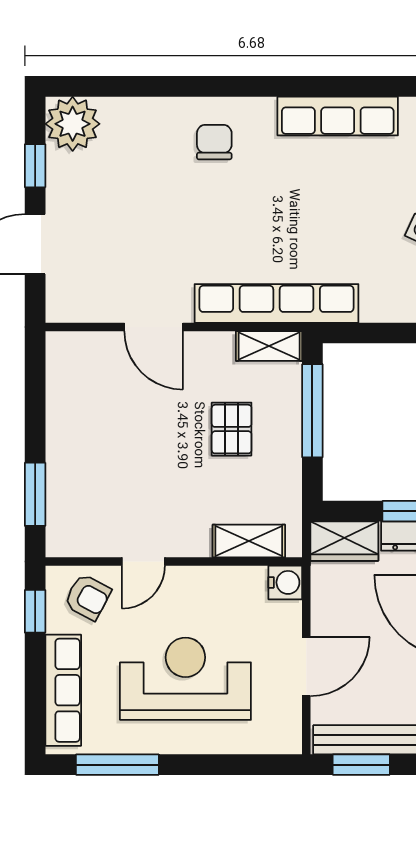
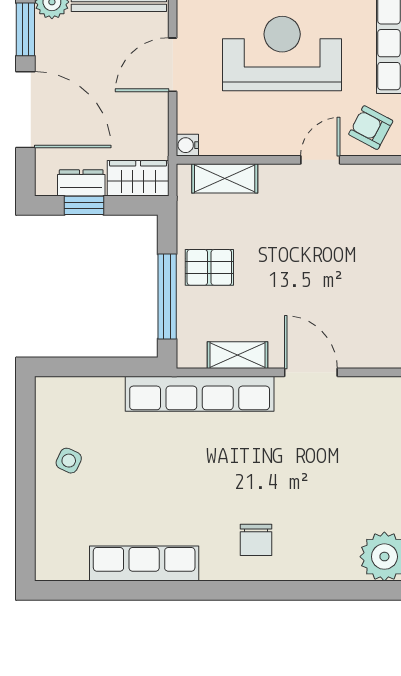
shelving: (269, 346) -> (238, 355), moved
pallet: (232, 429) -> (209, 267), moved, turned 90
water cooler: (285, 582) -> (187, 145), width x0.72, depth x0.72
reception desk: (185, 679) -> (282, 54), turned 180

